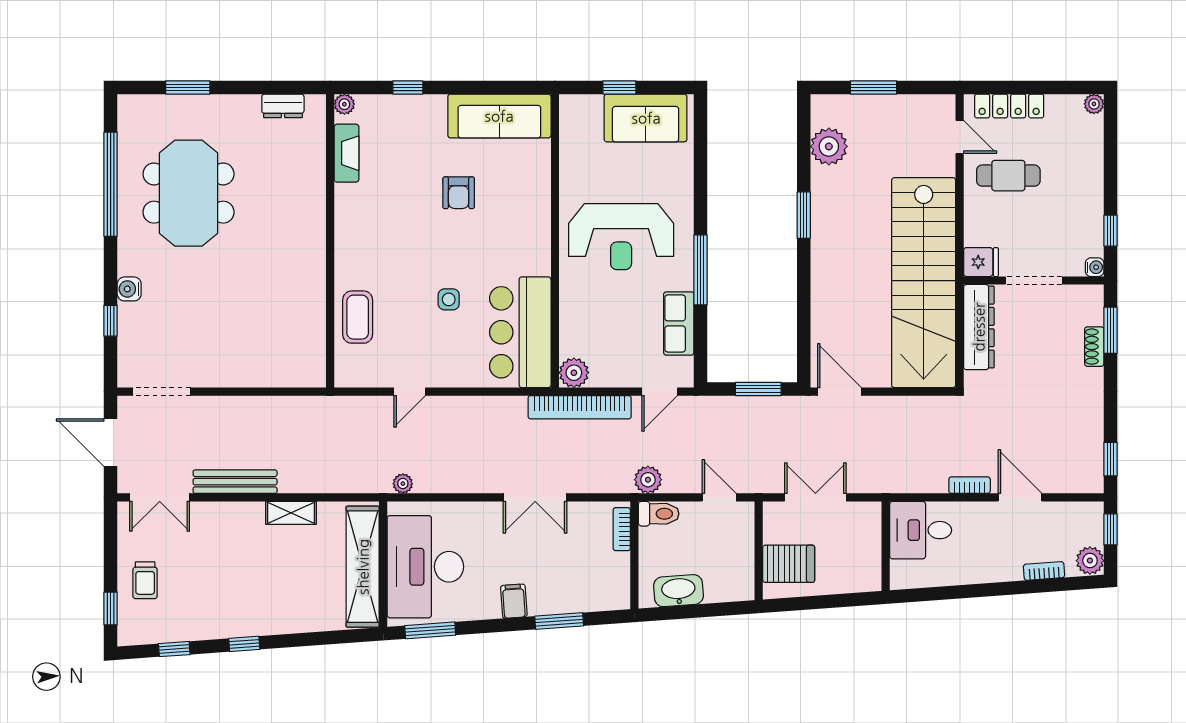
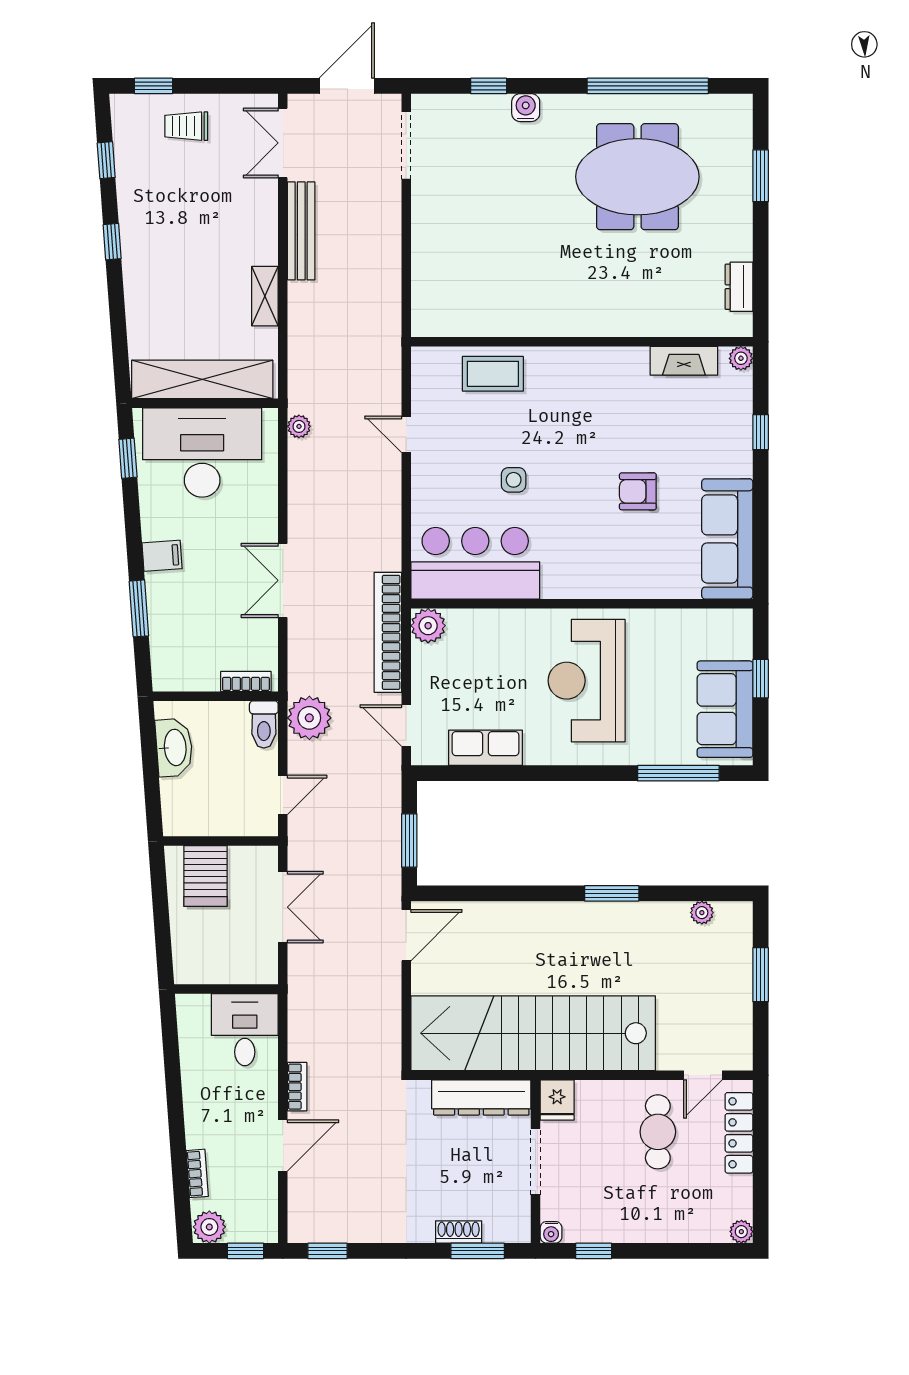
plant: (829, 146) -> (702, 913), width x0.53, depth x0.53
window: (700, 270) -> (678, 773), moved
plant: (648, 480) -> (309, 718), width x1.36, depth x1.36
window: (430, 630) -> (128, 458), width x0.67

